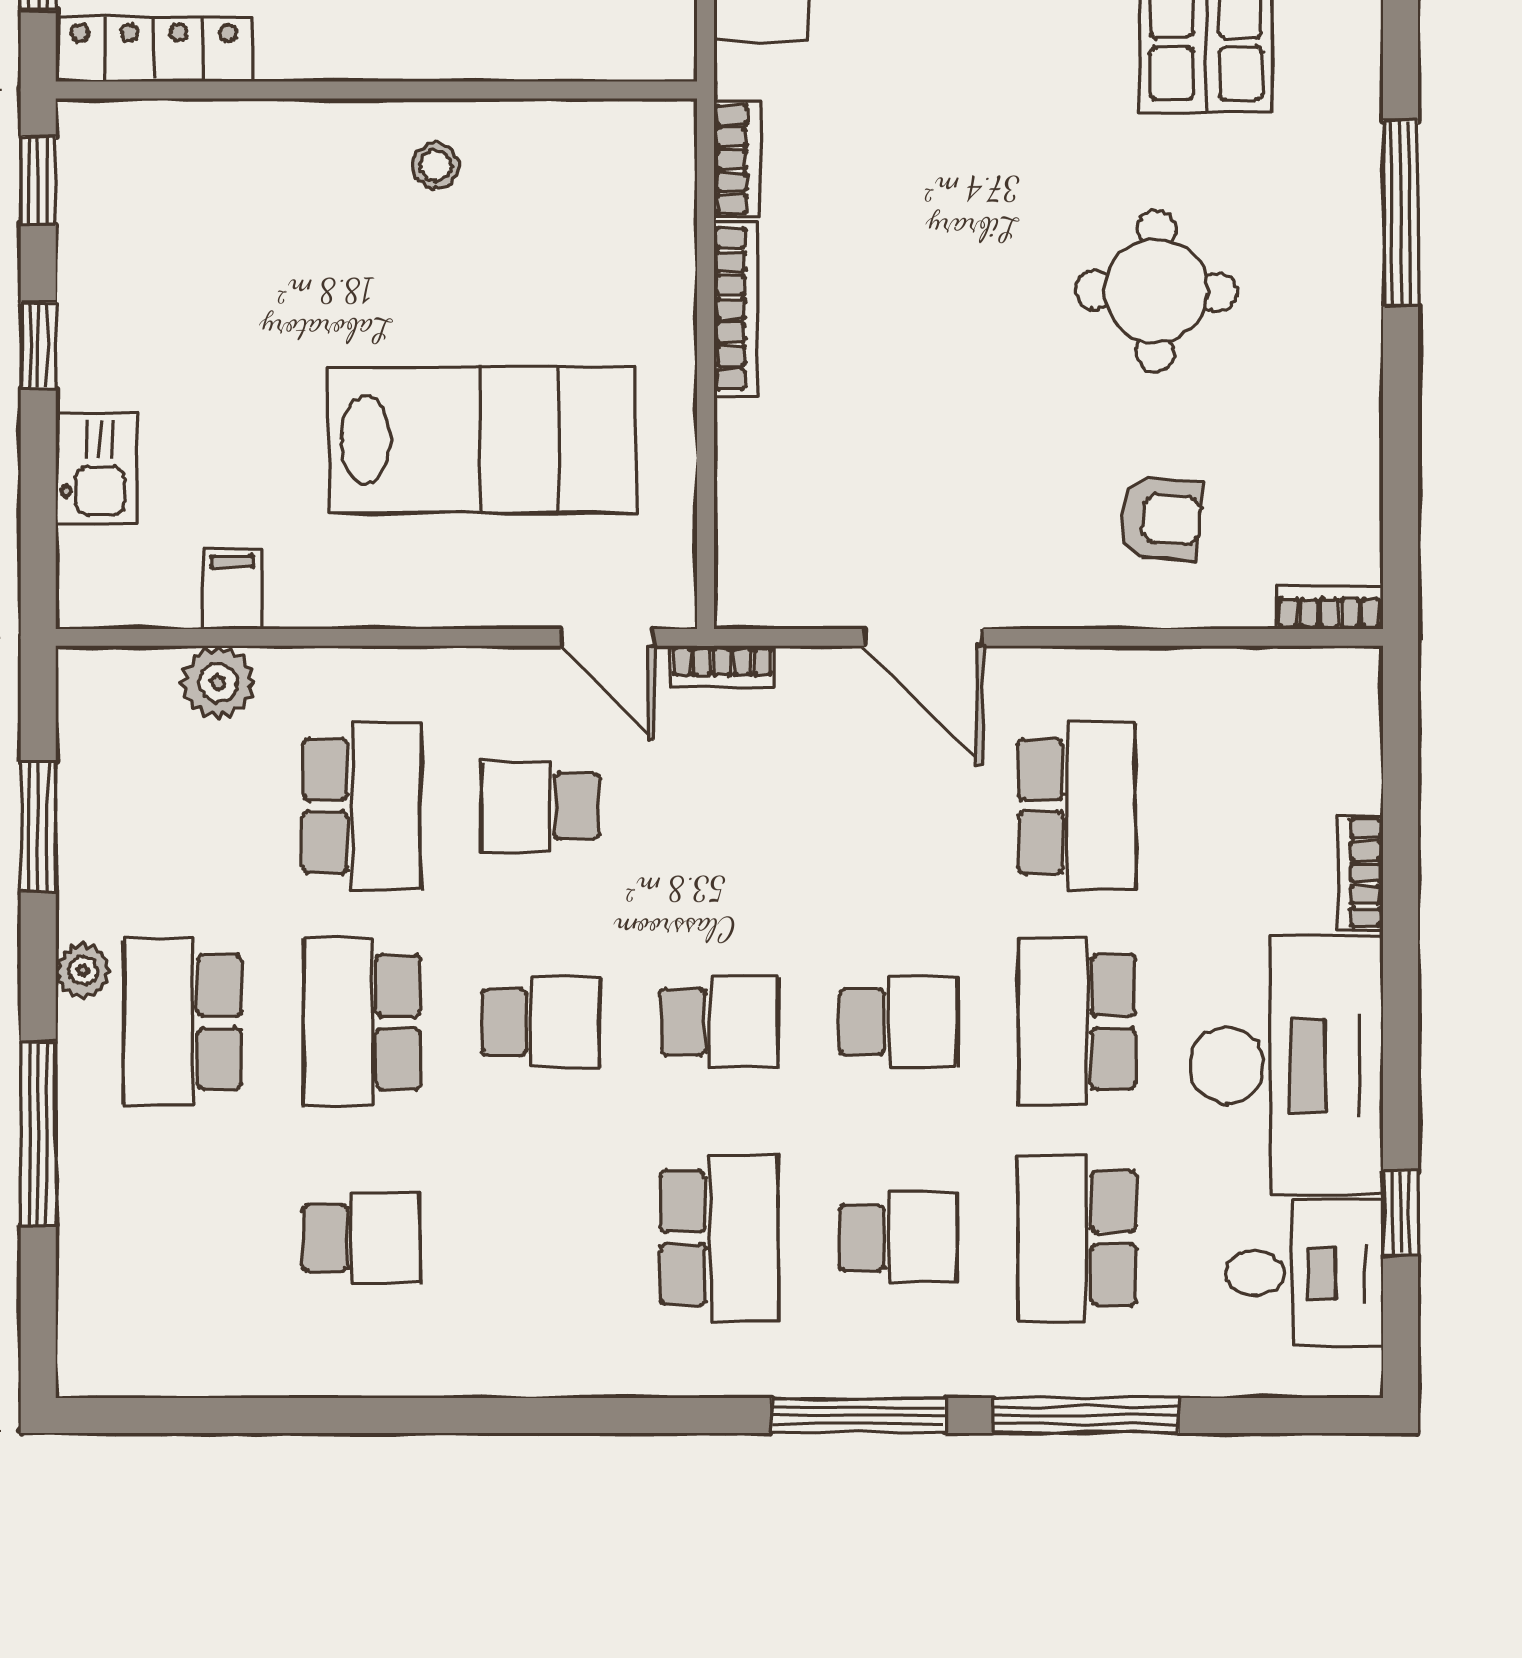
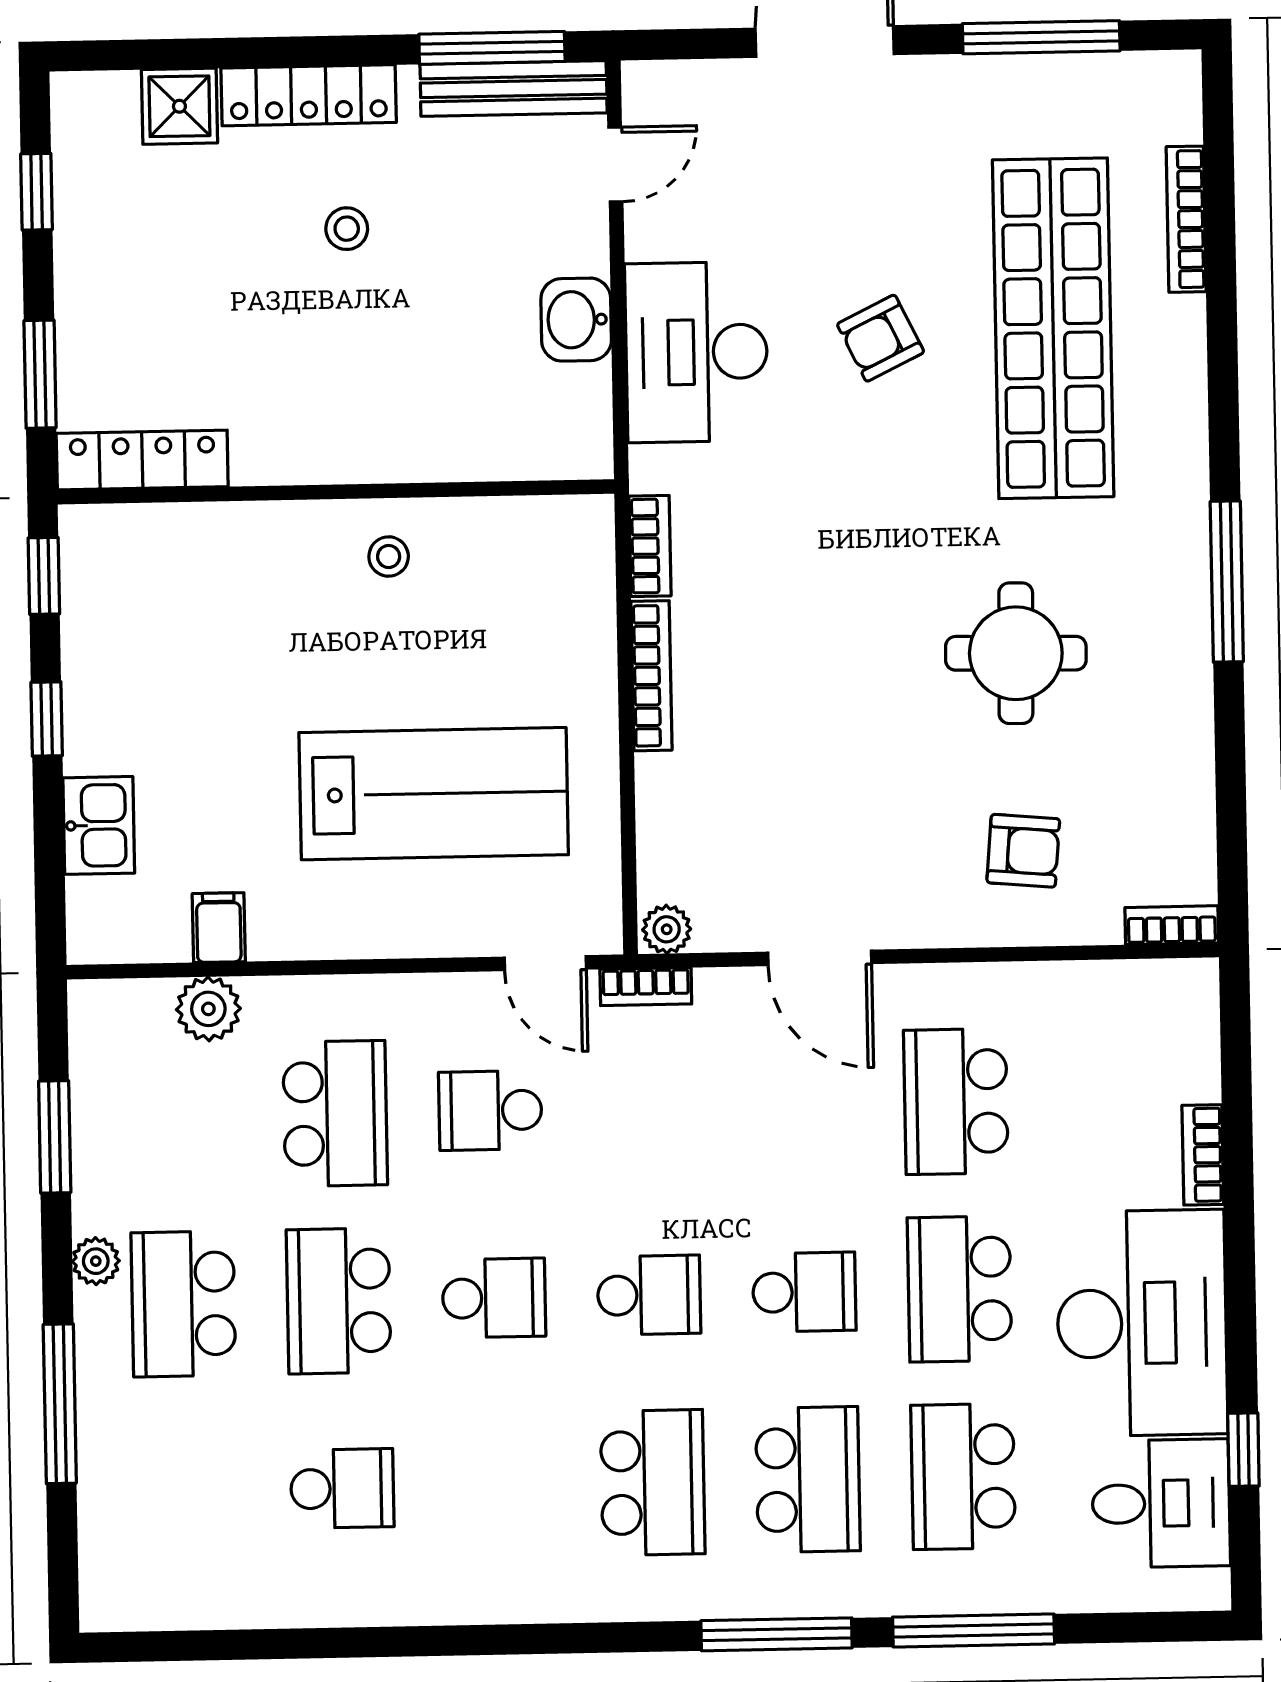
plant: (748, 601) -> (667, 929), added
school desk: (1077, 806) -> (956, 1102), turned 180
school desk: (898, 1238) -> (808, 1480), width x1.85

